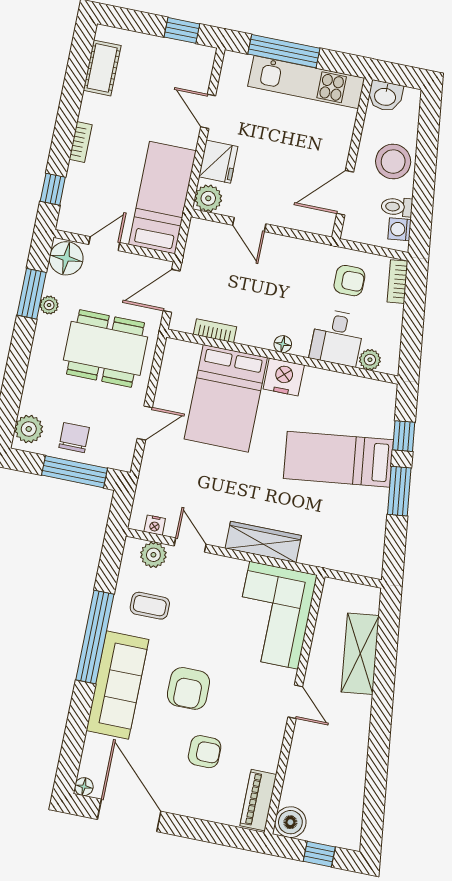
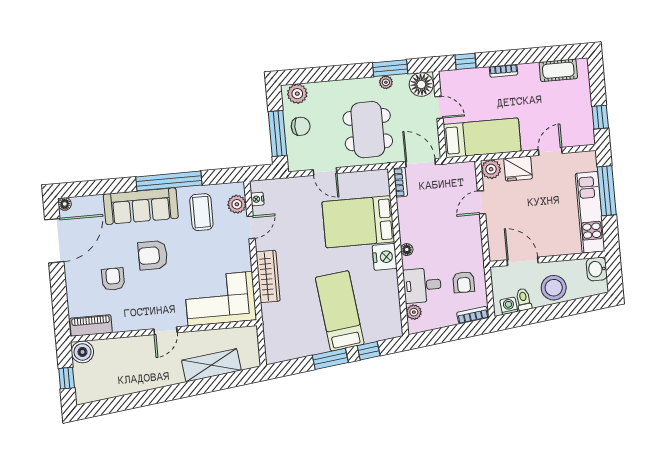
bookcase: (215, 331) -> (401, 182), moved
coffee table: (150, 606) -> (201, 212), width x1.36, depth x1.30
armchair: (205, 752) -> (113, 279), turned 180

